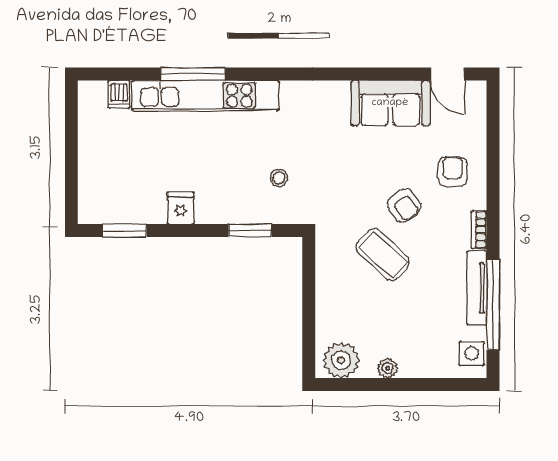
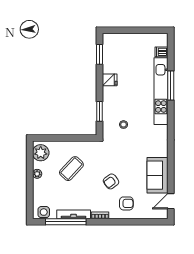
coffee table: (383, 255) -> (71, 169), moved

